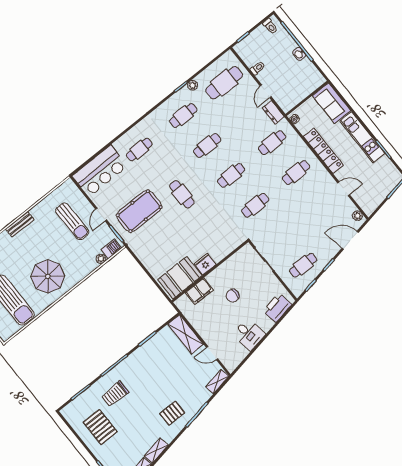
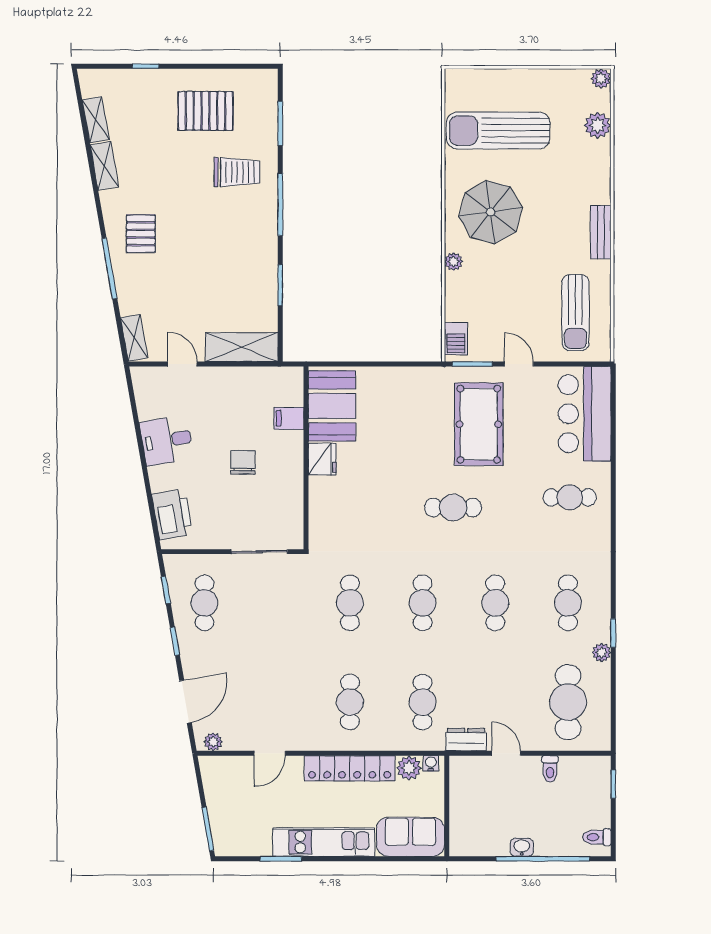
plant: (304, 127) -> (409, 768), added
cafe table: (139, 150) -> (570, 497), turned 90
sun lounger: (72, 221) -> (575, 313), moved, turned -90
plant: (101, 259) -> (454, 262), moved
filing cabinet: (199, 291) -> (289, 418), width x0.50
door: (212, 353) -> (182, 364), hinge flipped
trolley: (115, 394) -> (237, 172), turned 90

